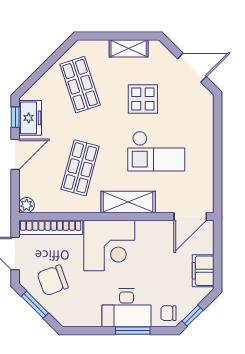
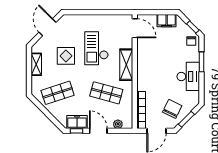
checkout: (156, 151) -> (96, 48), turned 180
plant: (27, 205) -> (118, 124), moved
corner desk: (109, 245) -> (152, 76), removed
chair: (53, 280) -> (172, 109), turned -134
desk: (127, 308) -> (188, 76), moved

